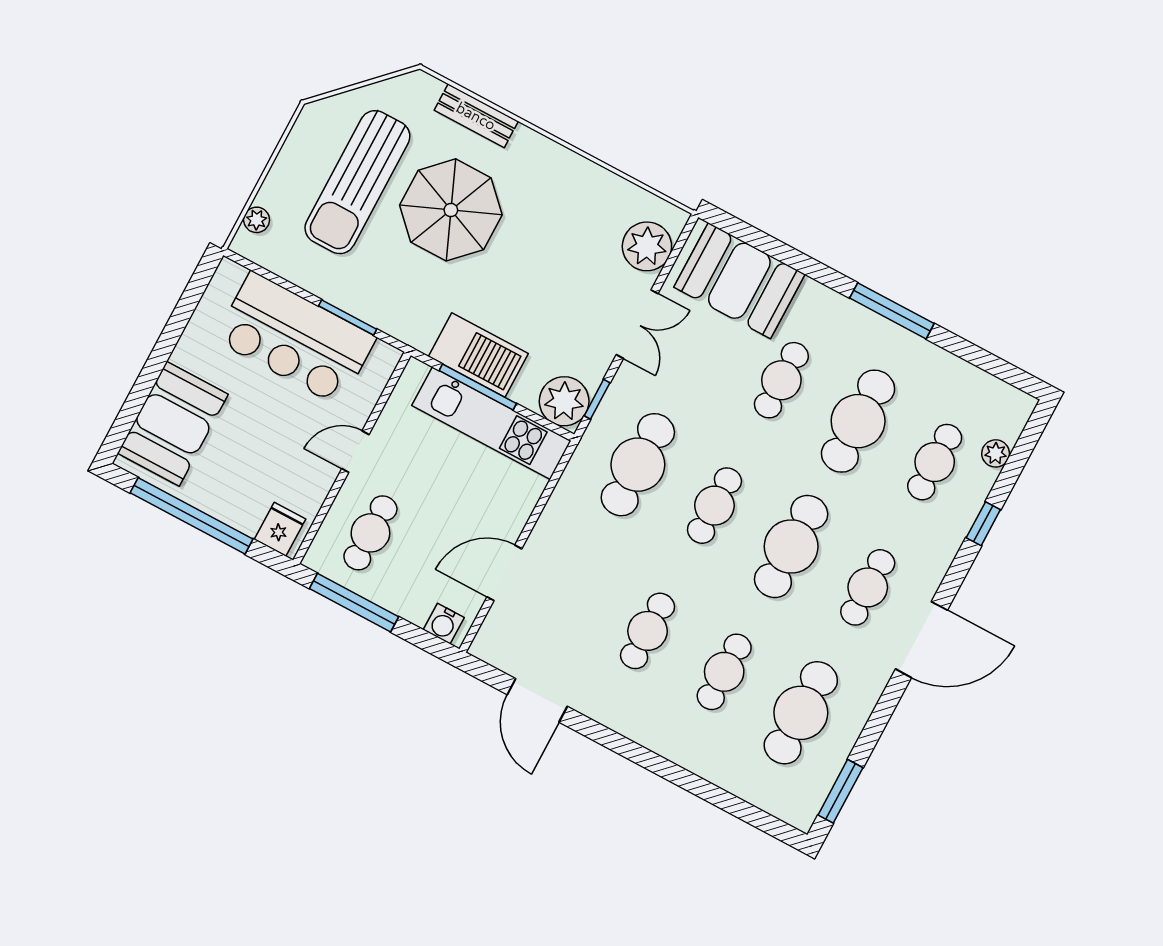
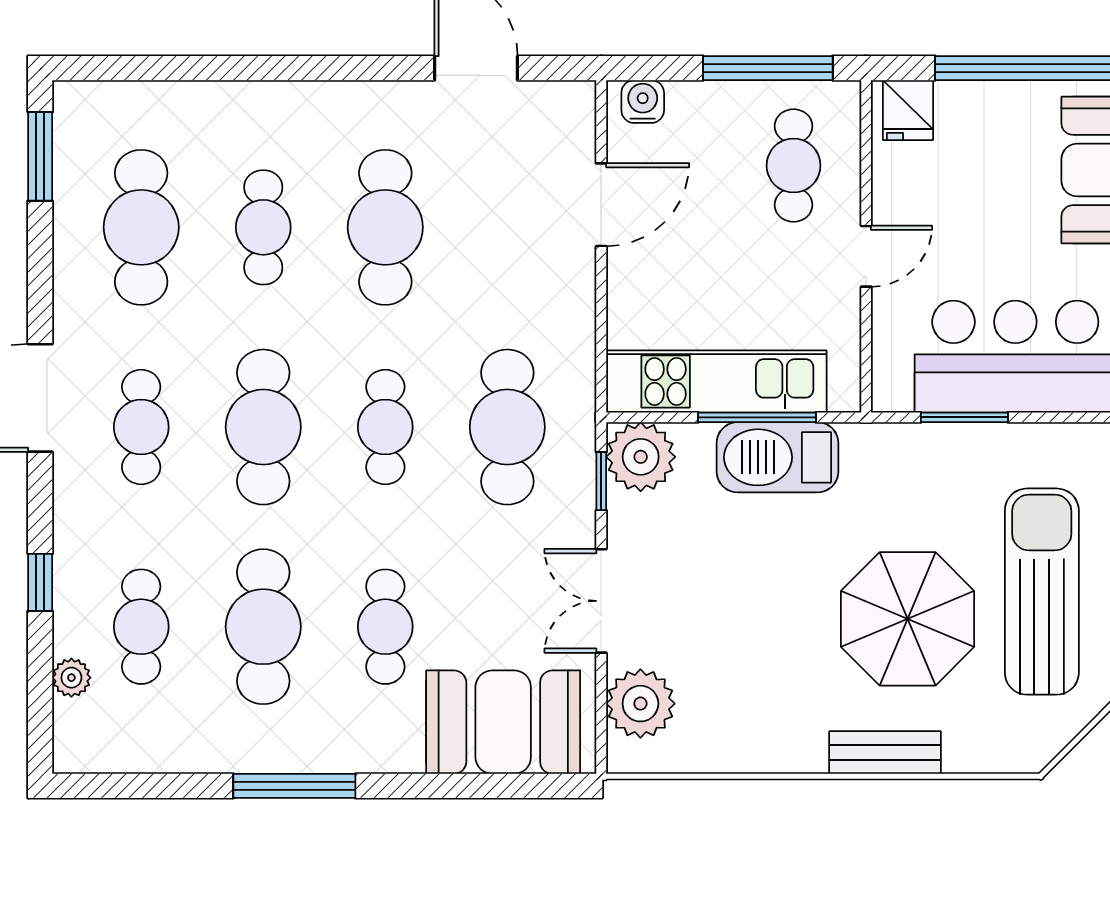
bench: (476, 116) -> (885, 752), moved
cafe table: (648, 631) -> (385, 227), width x1.37, depth x1.35

